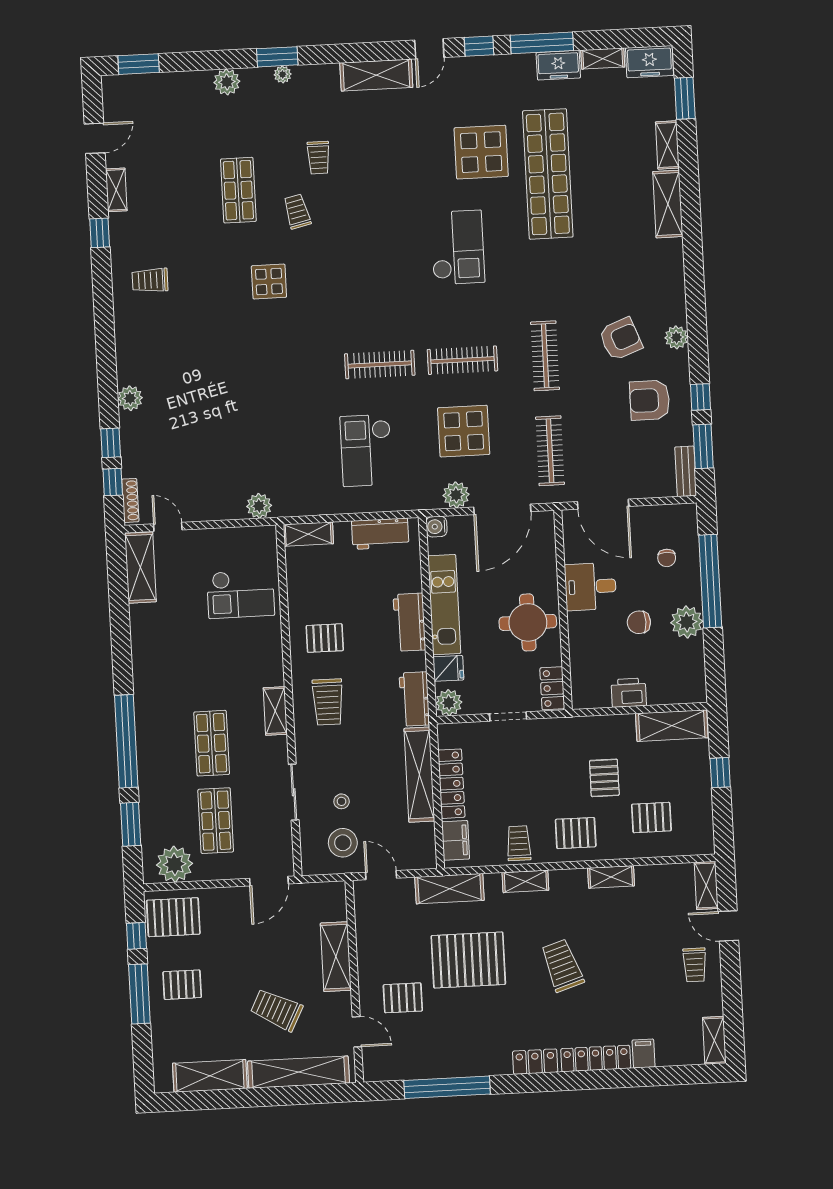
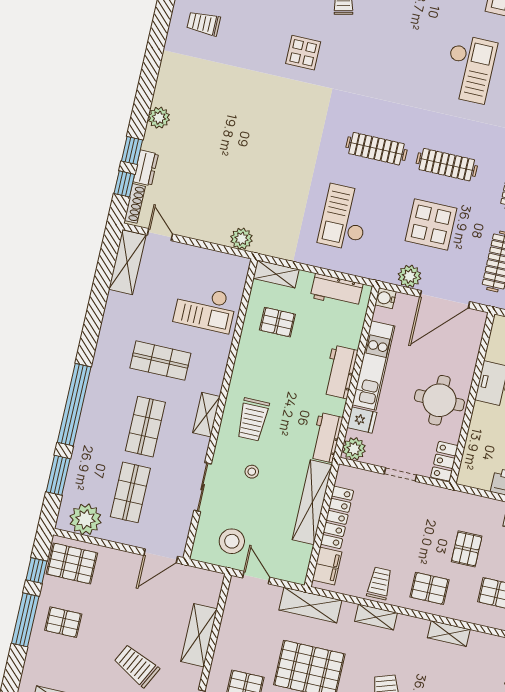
dresser: (131, 458) -> (146, 168), added
pallet: (325, 638) -> (277, 322), moved
shop shelf: (208, 666) -> (160, 361), added
stool: (342, 801) -> (252, 472), moved

